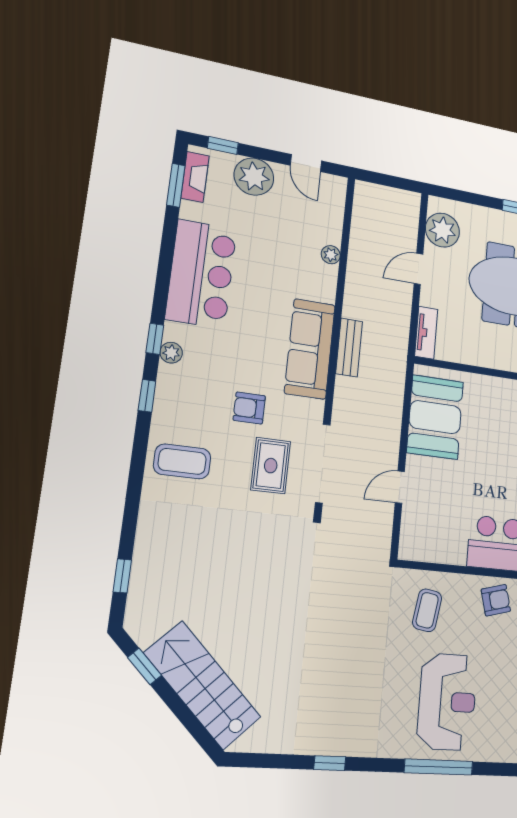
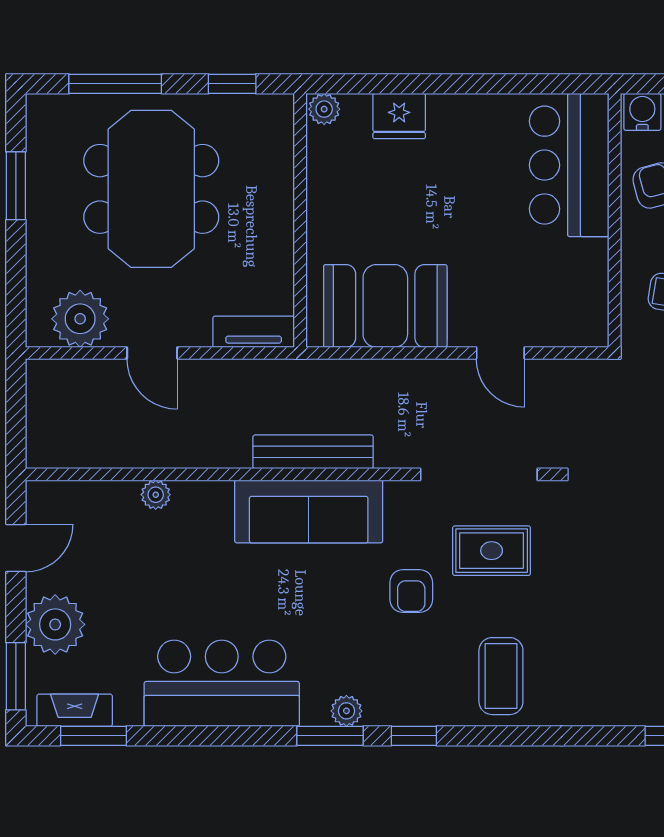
window: (223, 145) -> (16, 676), width x1.50
window: (155, 339) -> (330, 736), width x1.50
bench: (349, 348) -> (313, 452), width x1.36

